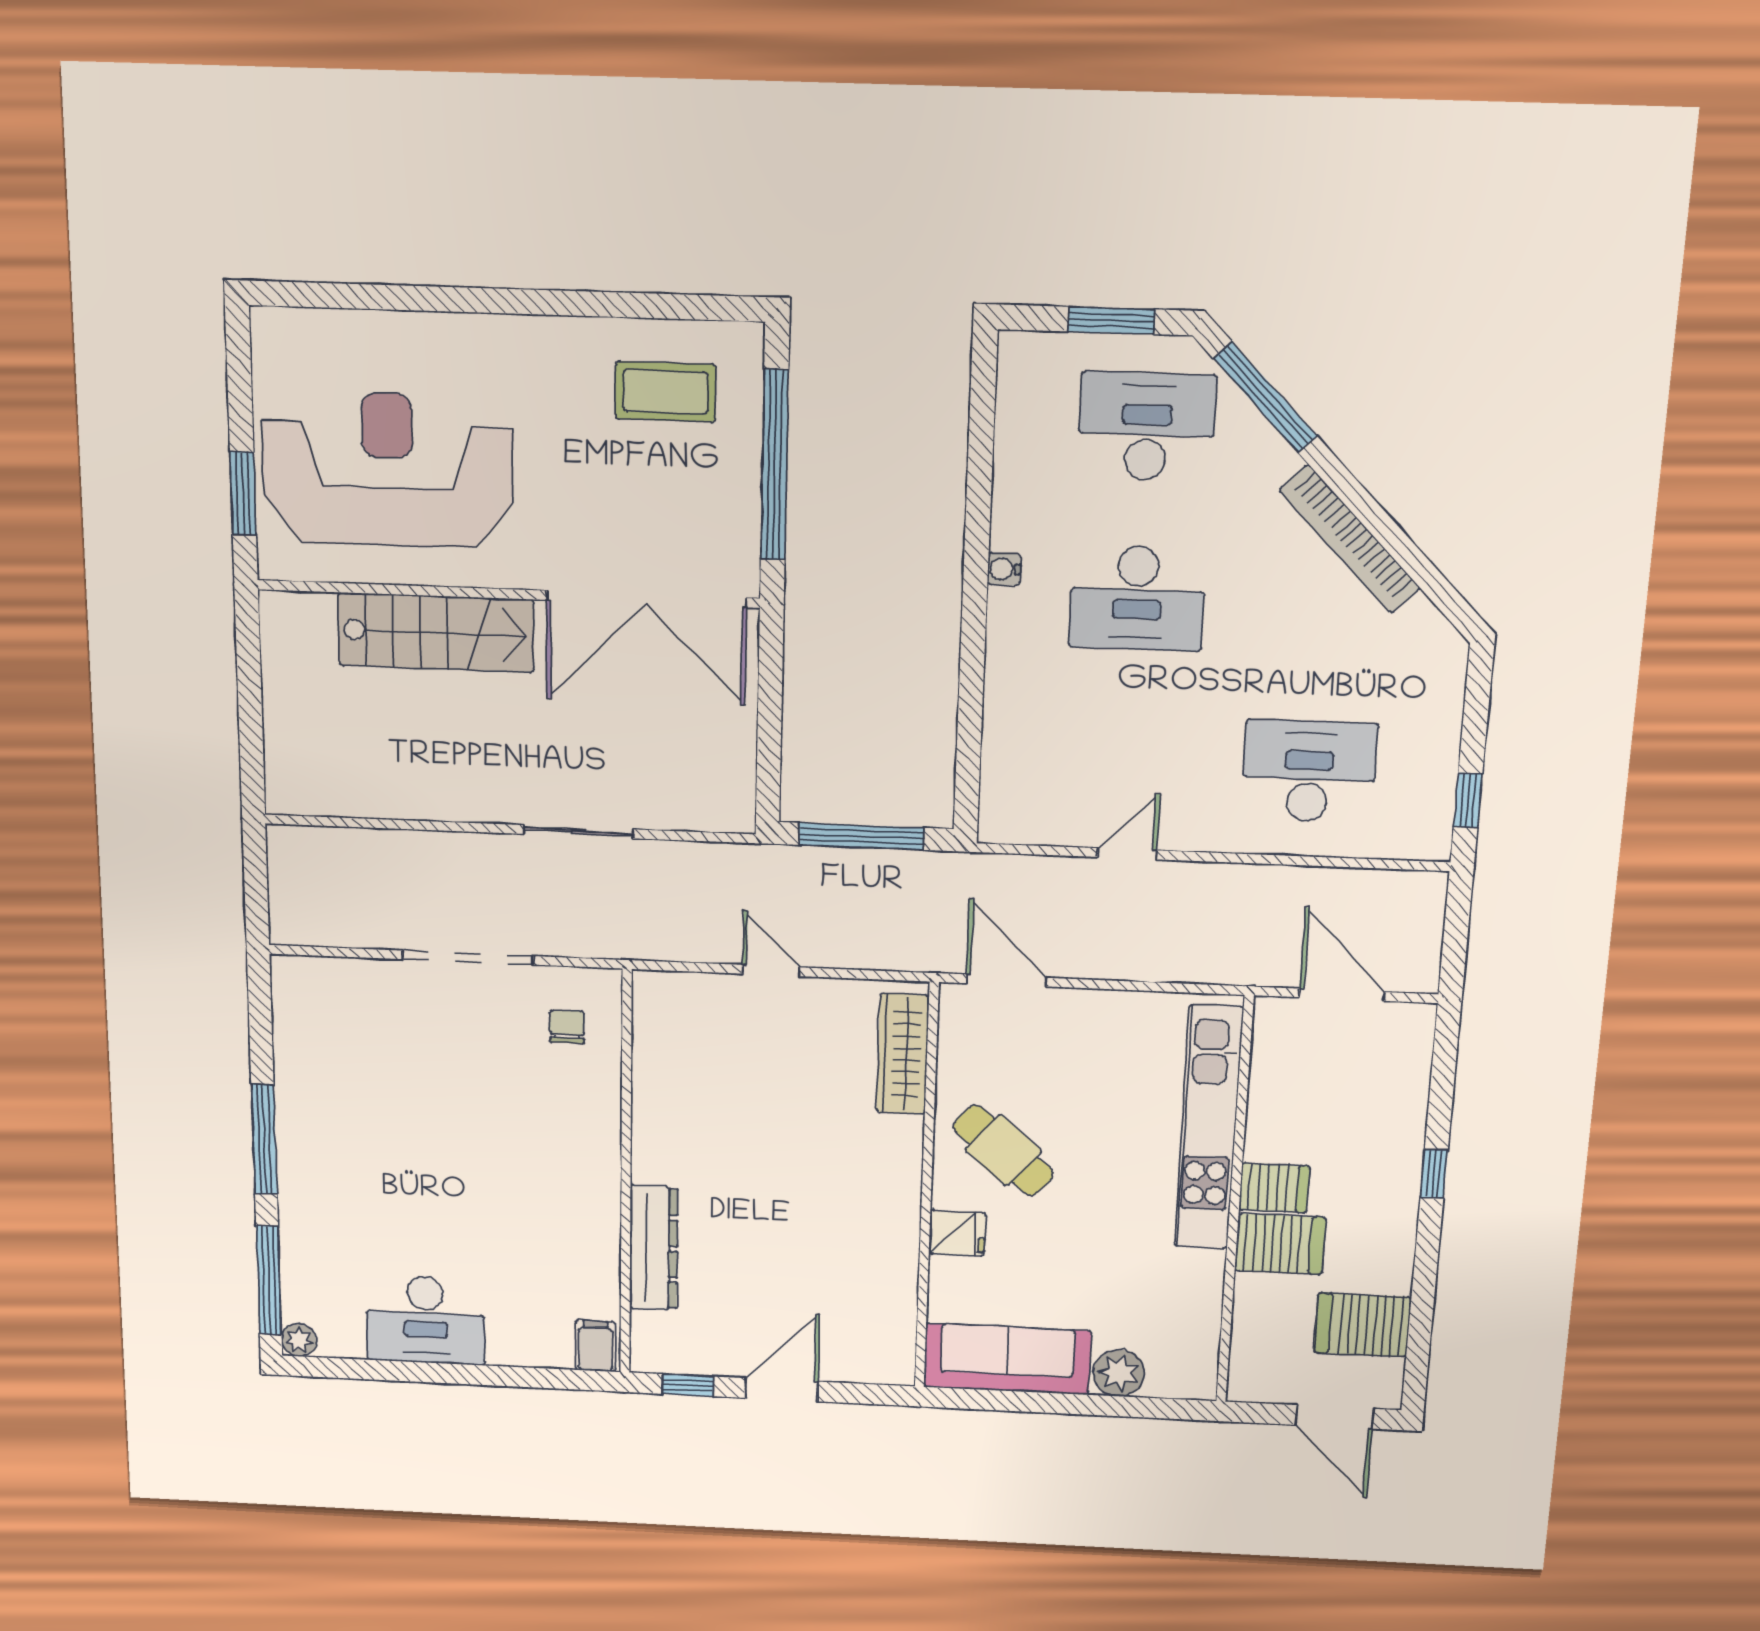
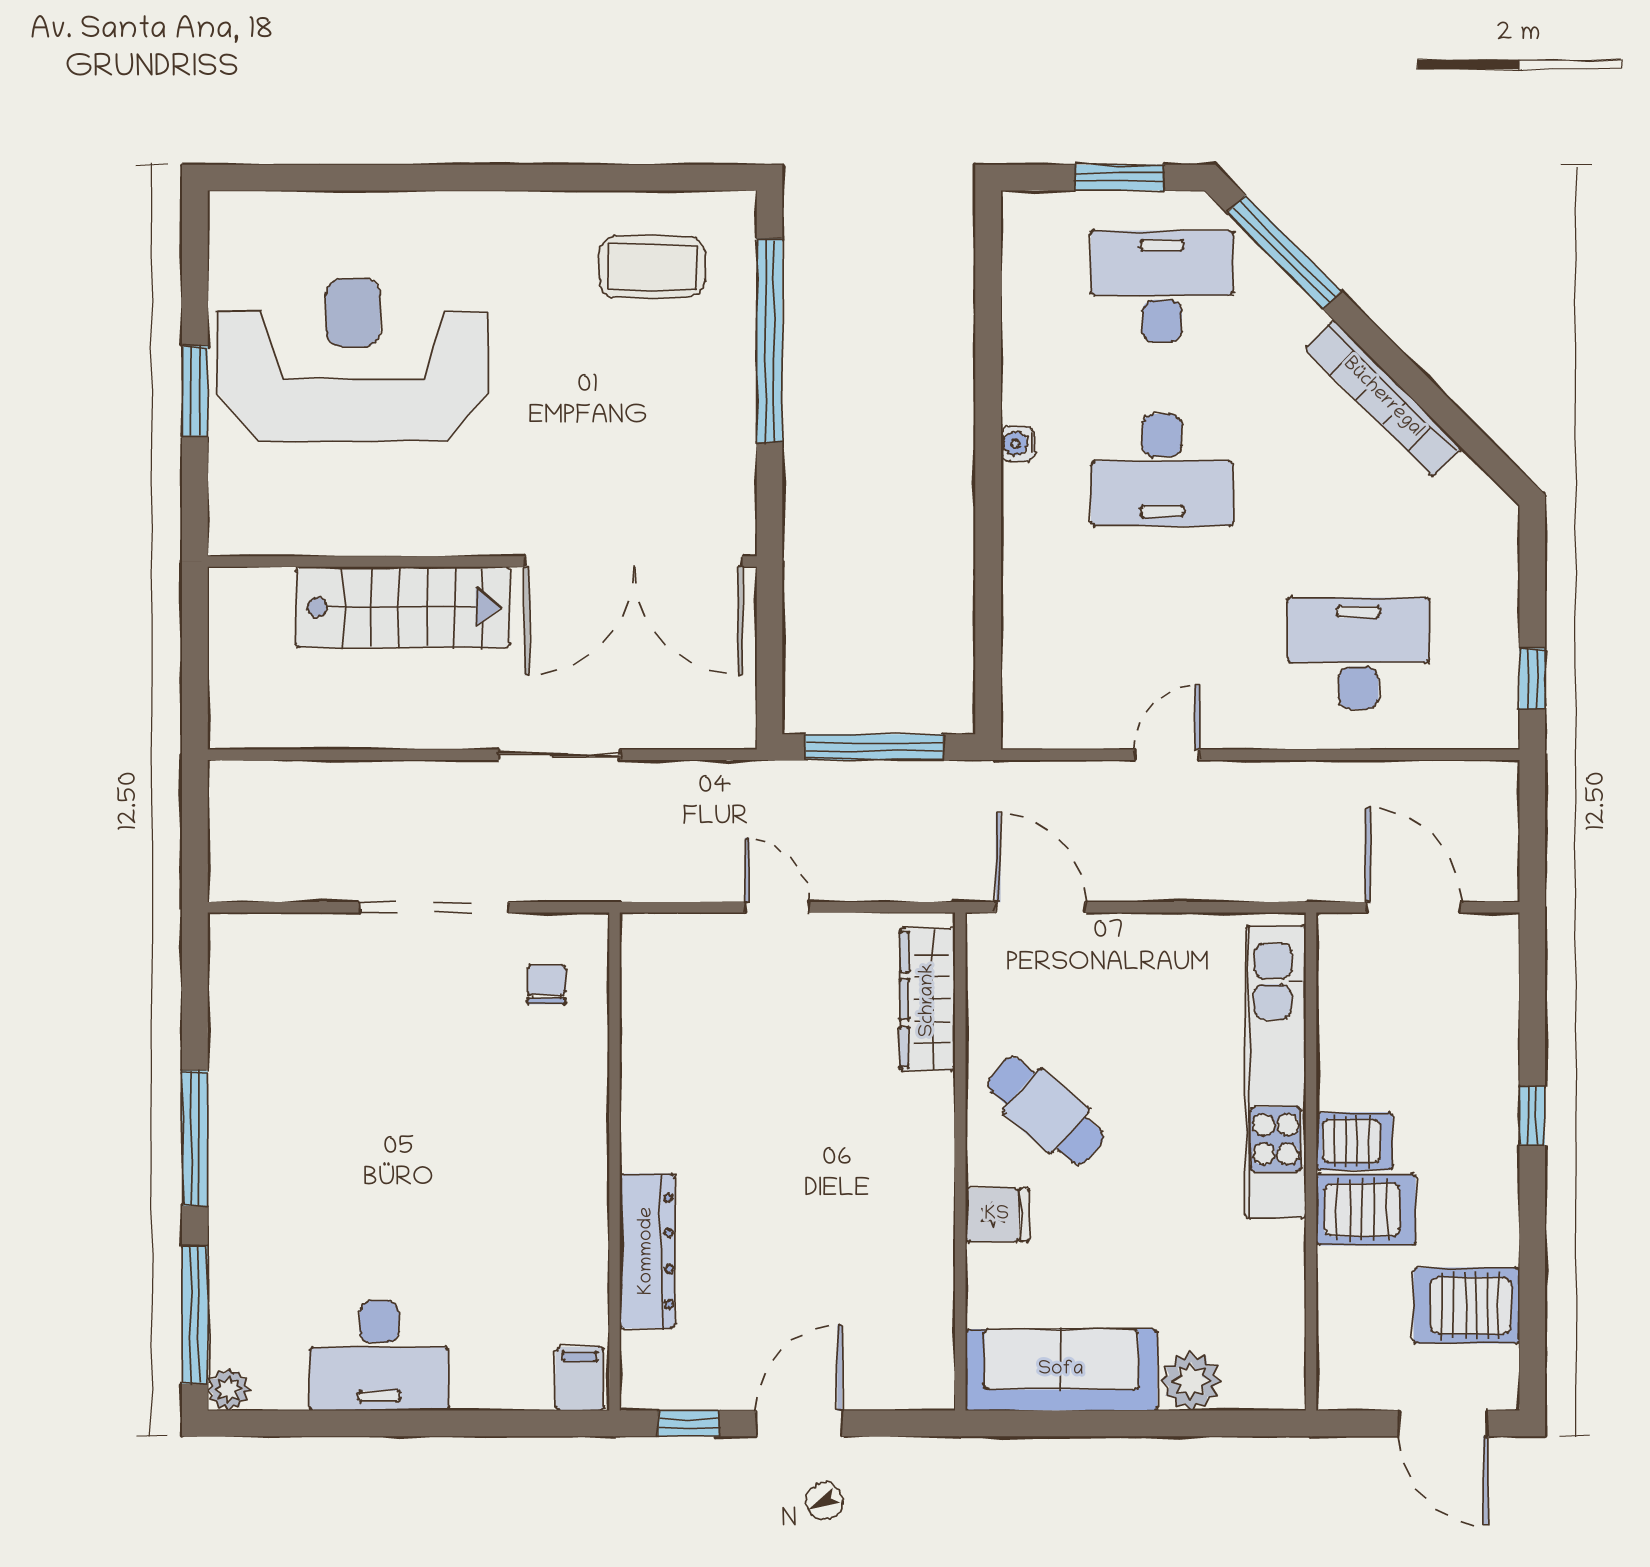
wall: (508, 594) -> (482, 562), moved
double door: (647, 599) -> (634, 562), moved
stairs: (436, 633) -> (403, 607), moved

